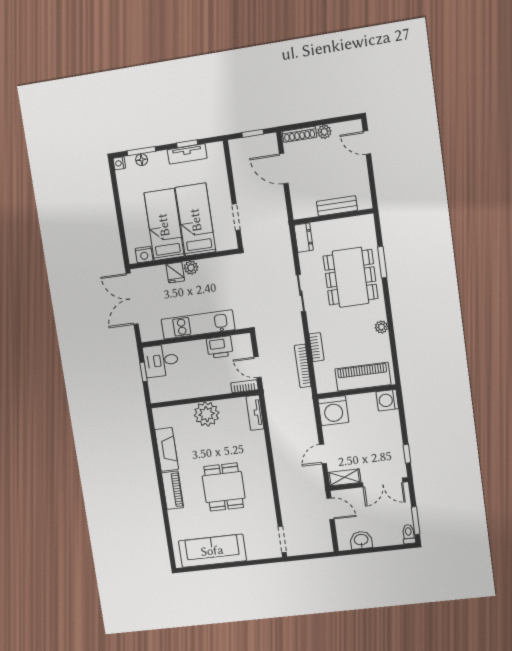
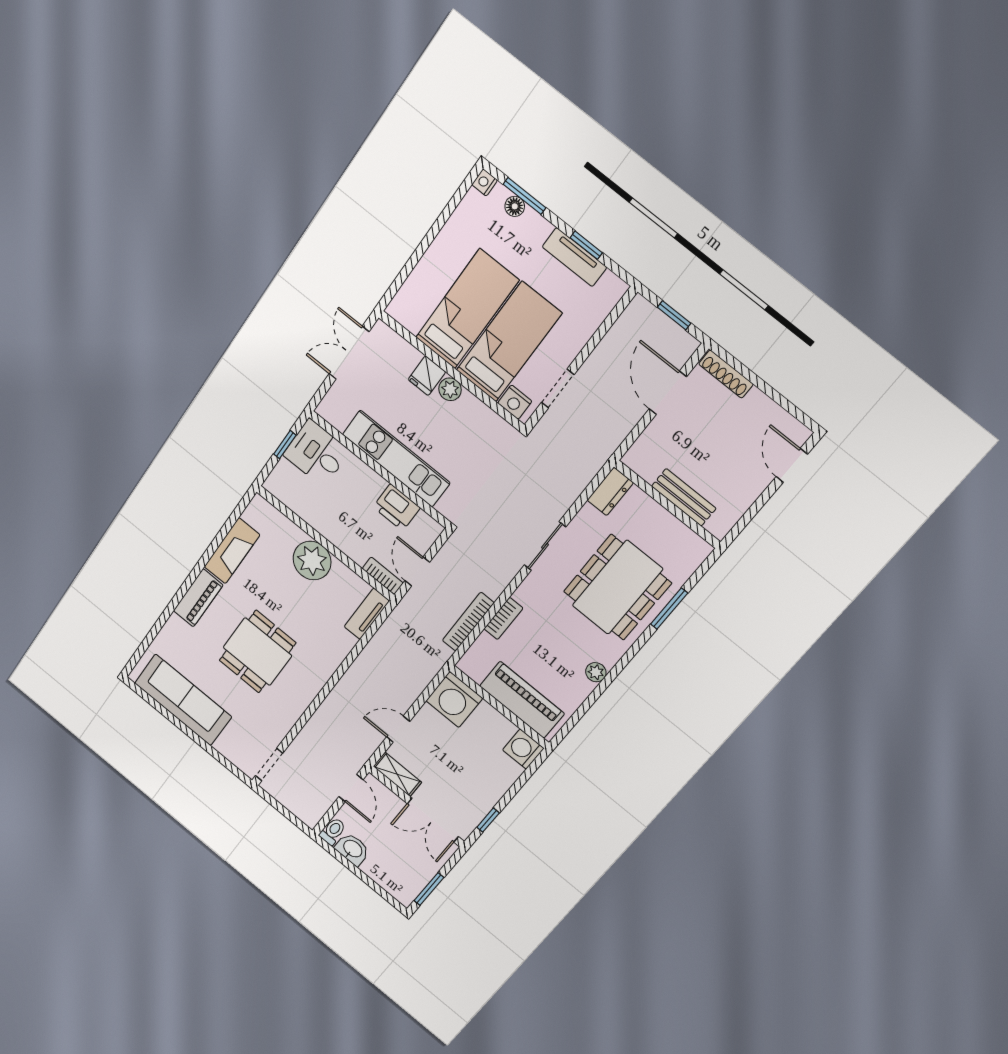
plant: (324, 132) -> (757, 402), removed
nightstand: (144, 255) -> (515, 402), moved
double door: (132, 299) -> (349, 353), width x0.73
toilet: (409, 534) -> (333, 831), moved

